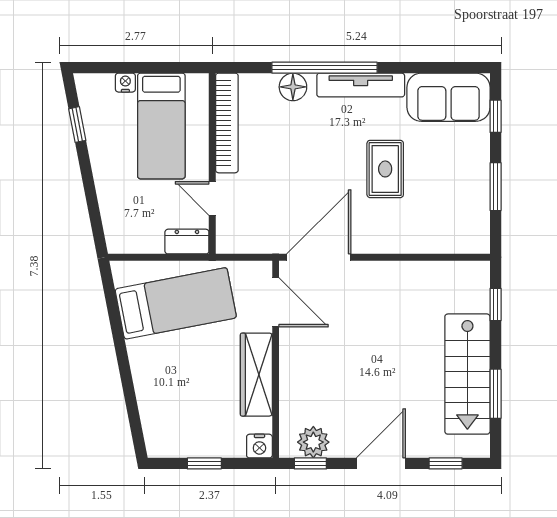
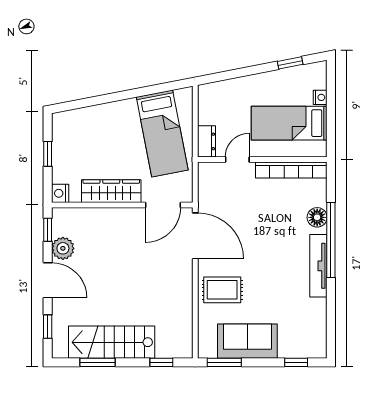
sofa: (448, 97) -> (247, 341), moved, turned 90
rug: (385, 169) -> (222, 290), moved
window: (496, 187) -> (224, 362), moved
plant: (313, 442) -> (63, 248), moved

